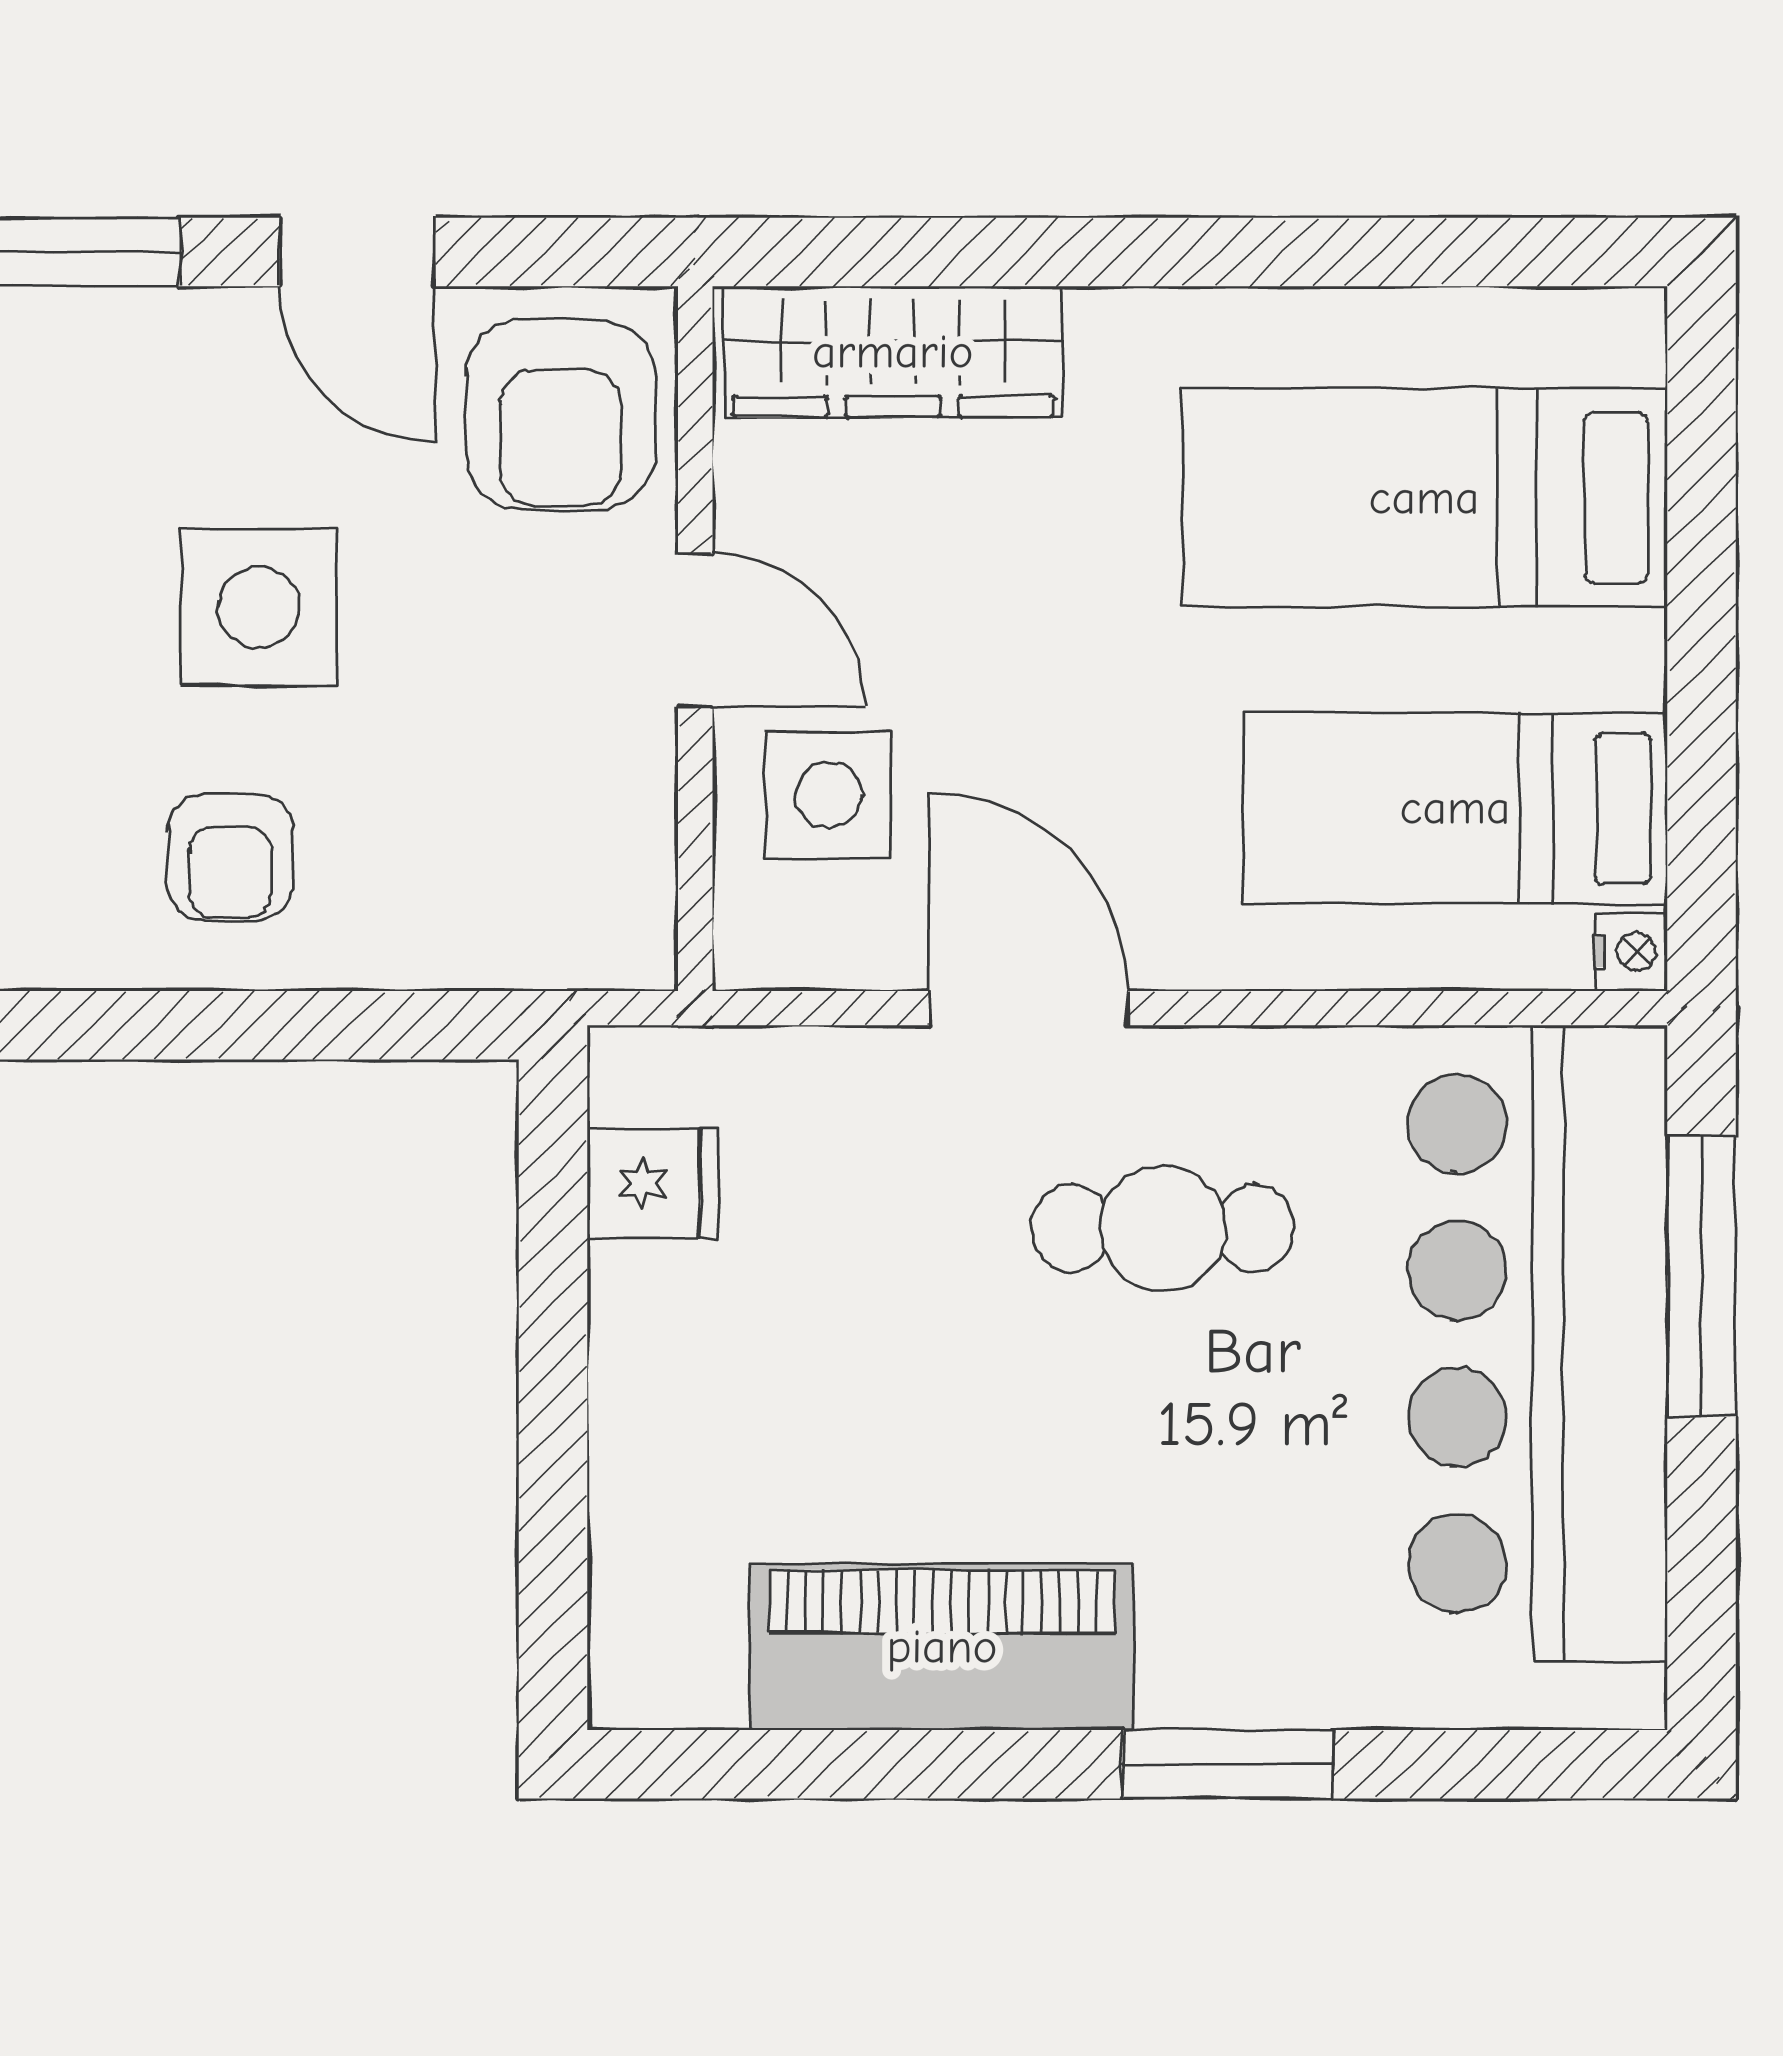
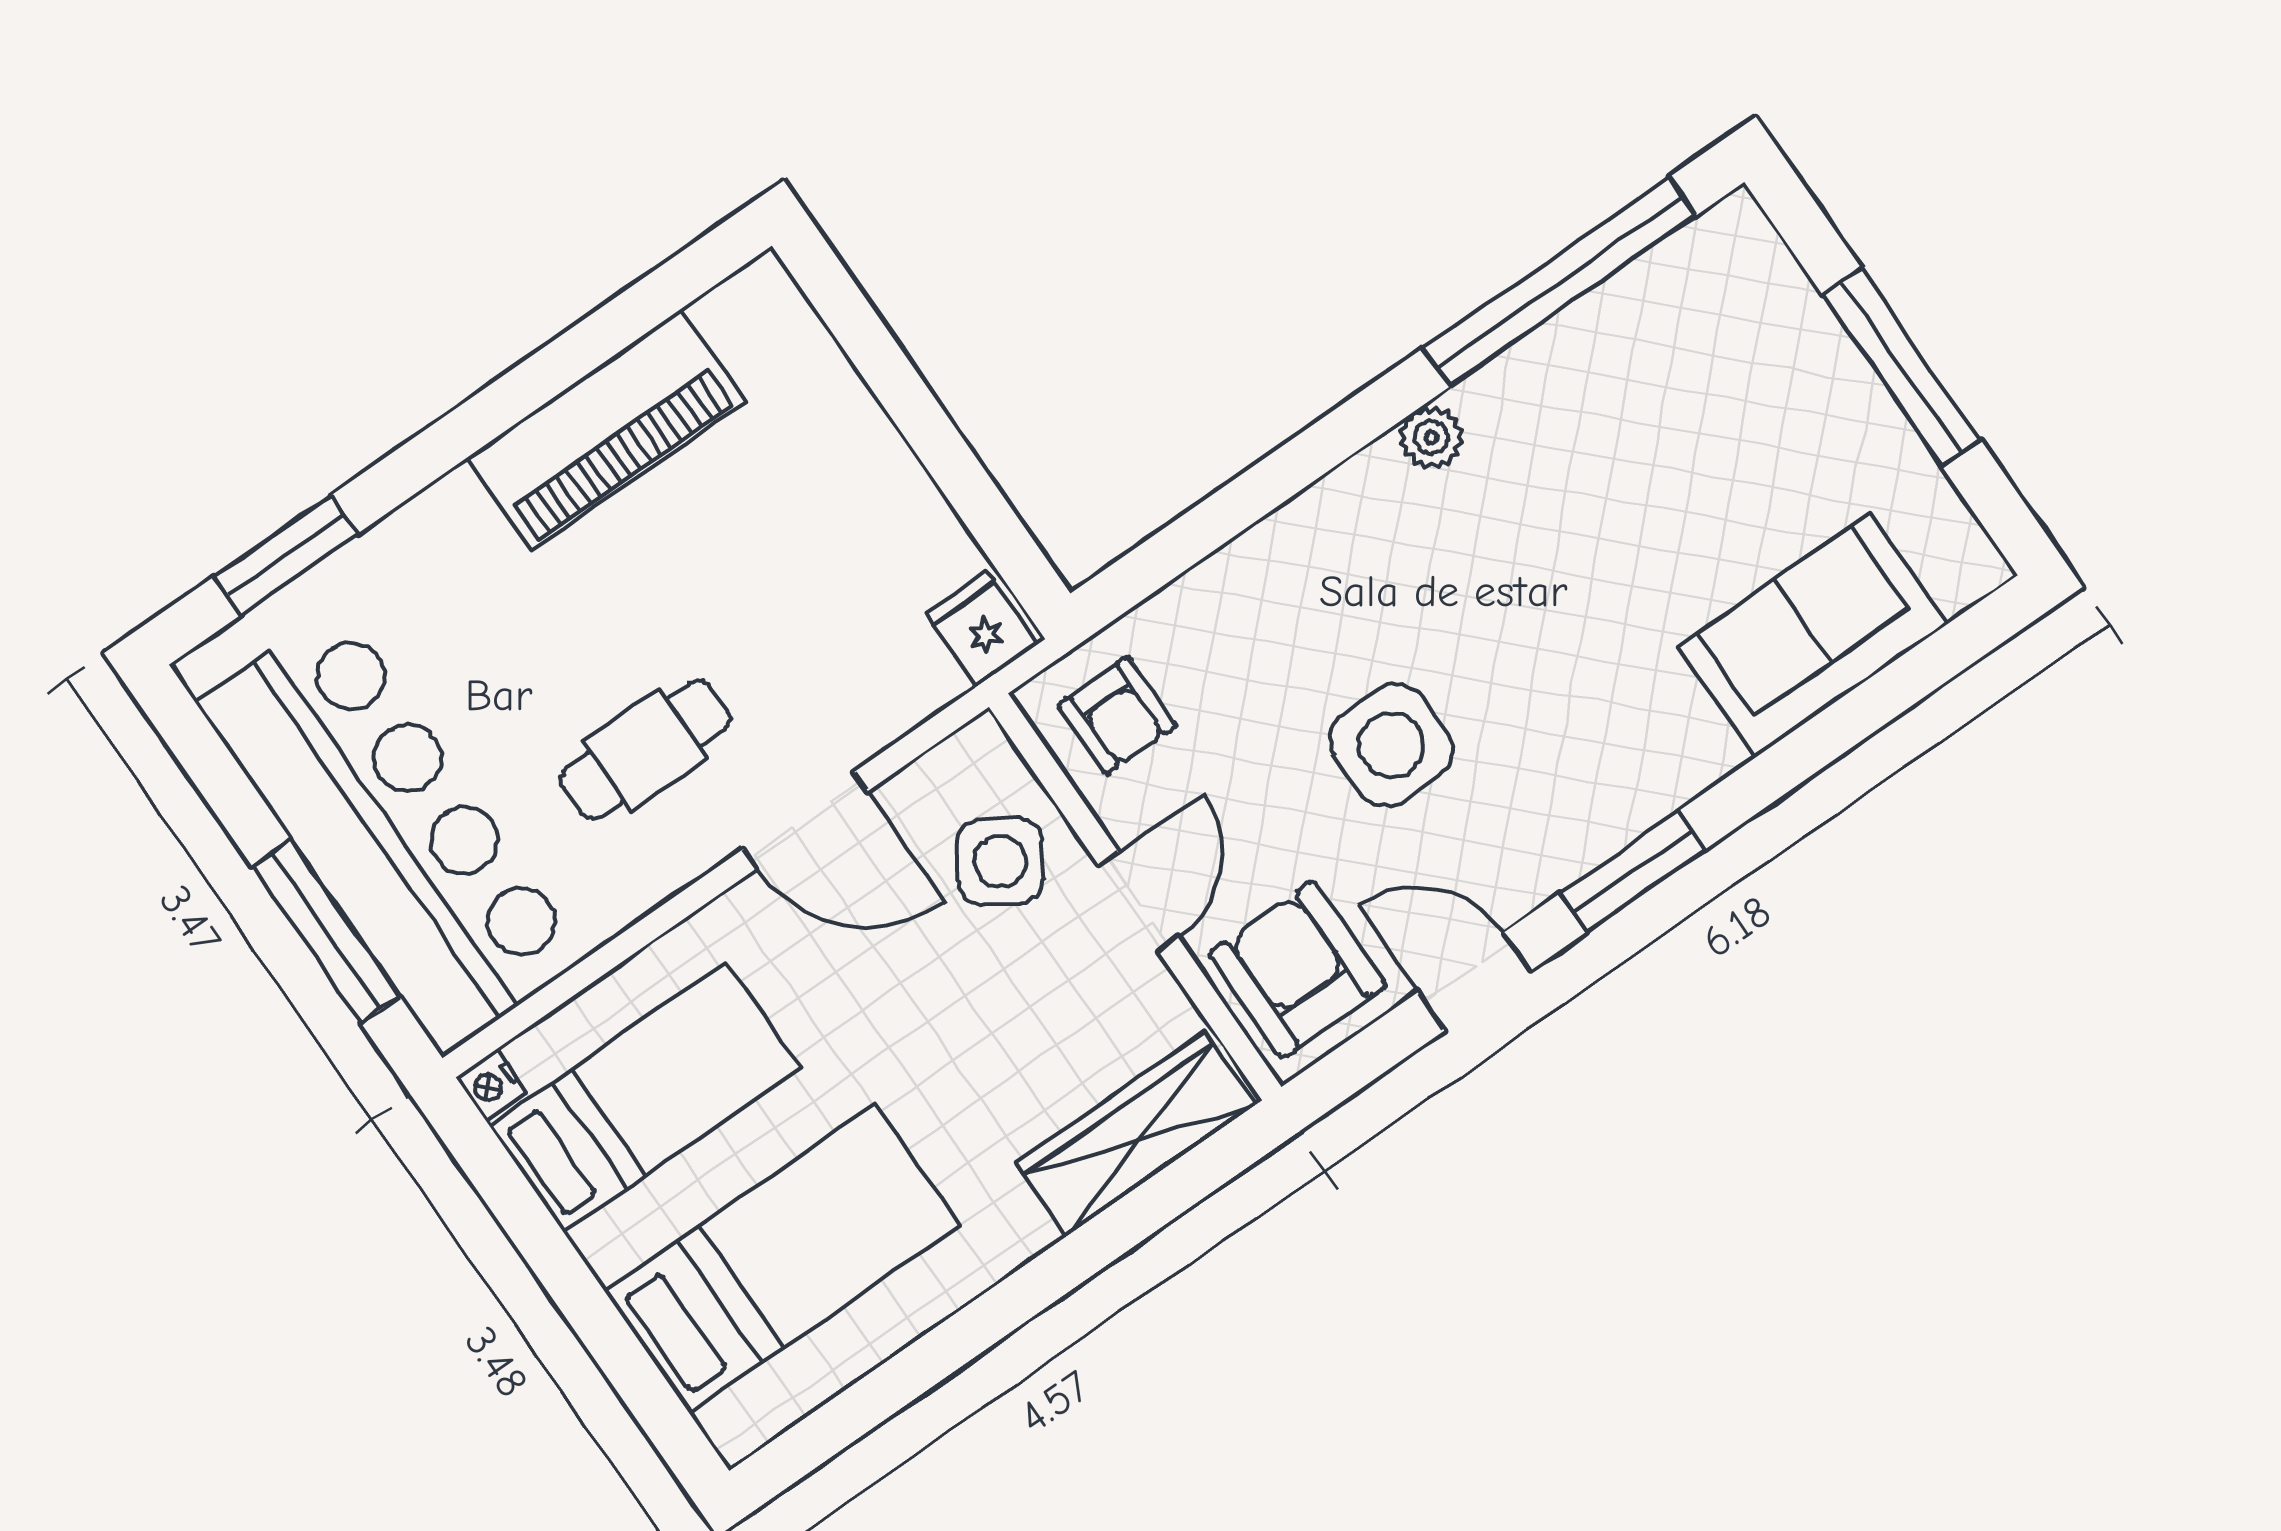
door: (695, 630) -> (1139, 902), swing flipped
side table: (828, 795) -> (1000, 861), turned 33
armchair: (230, 857) -> (1117, 715), moved, turned 180
fridge: (653, 1184) -> (982, 629), moved, turned 90
window: (1228, 1764) -> (286, 555), moved

